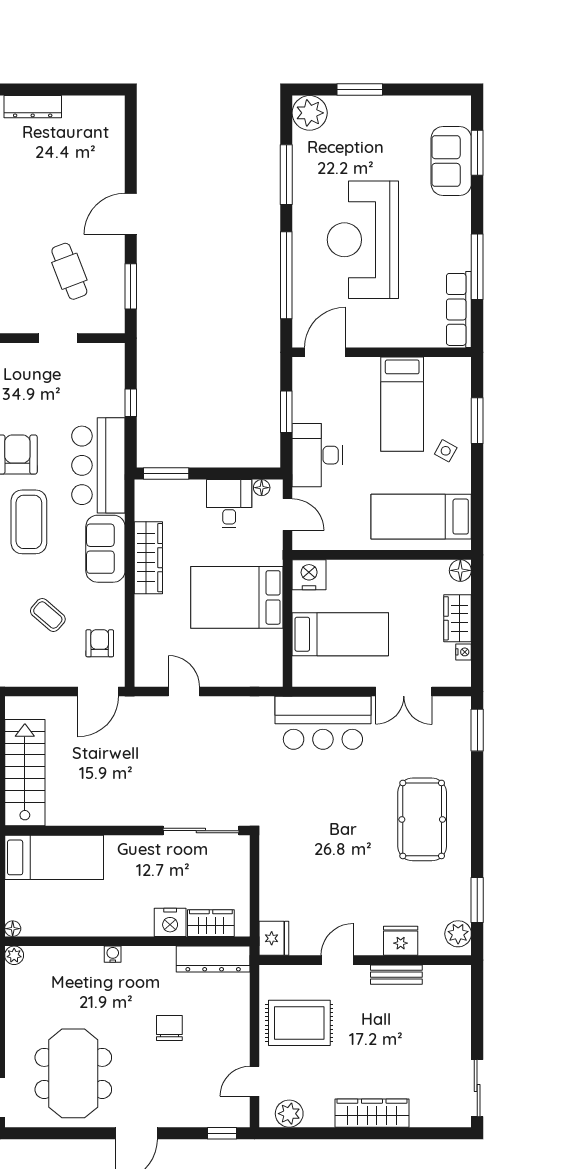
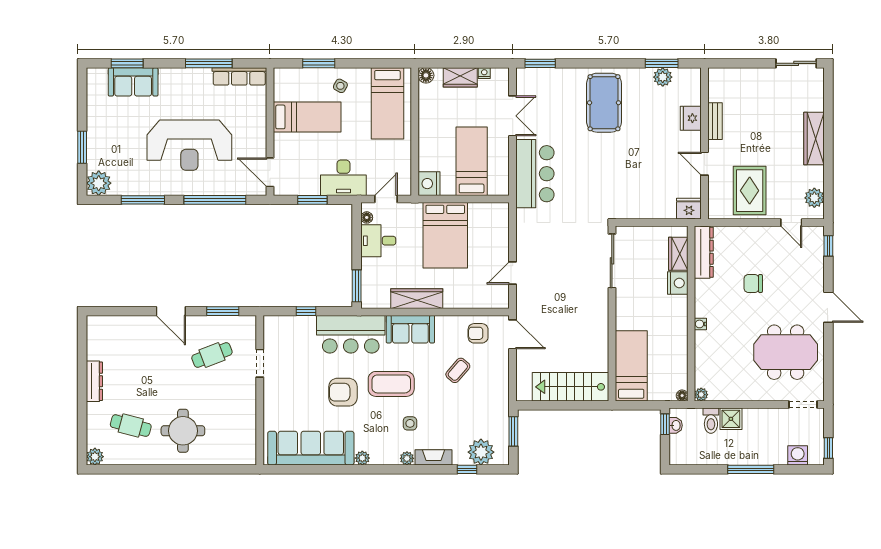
pool table: (422, 819) -> (604, 103), turned 90
plant: (458, 934) -> (663, 77), moved

